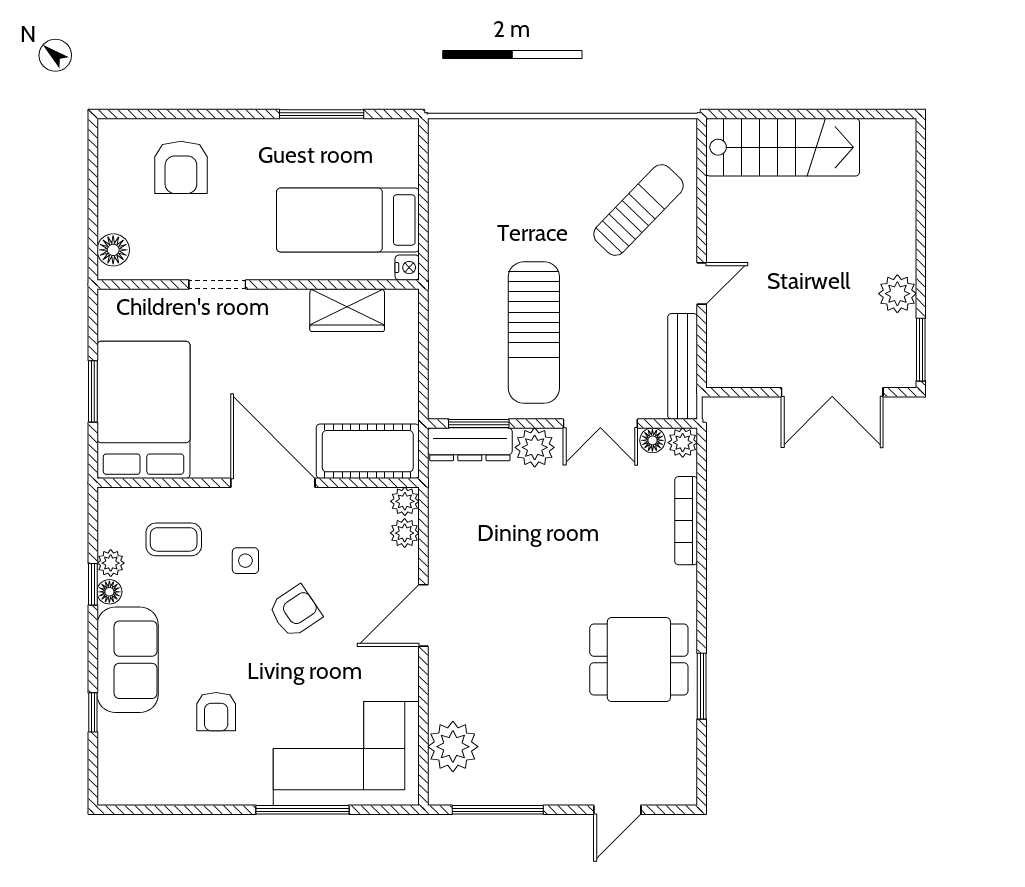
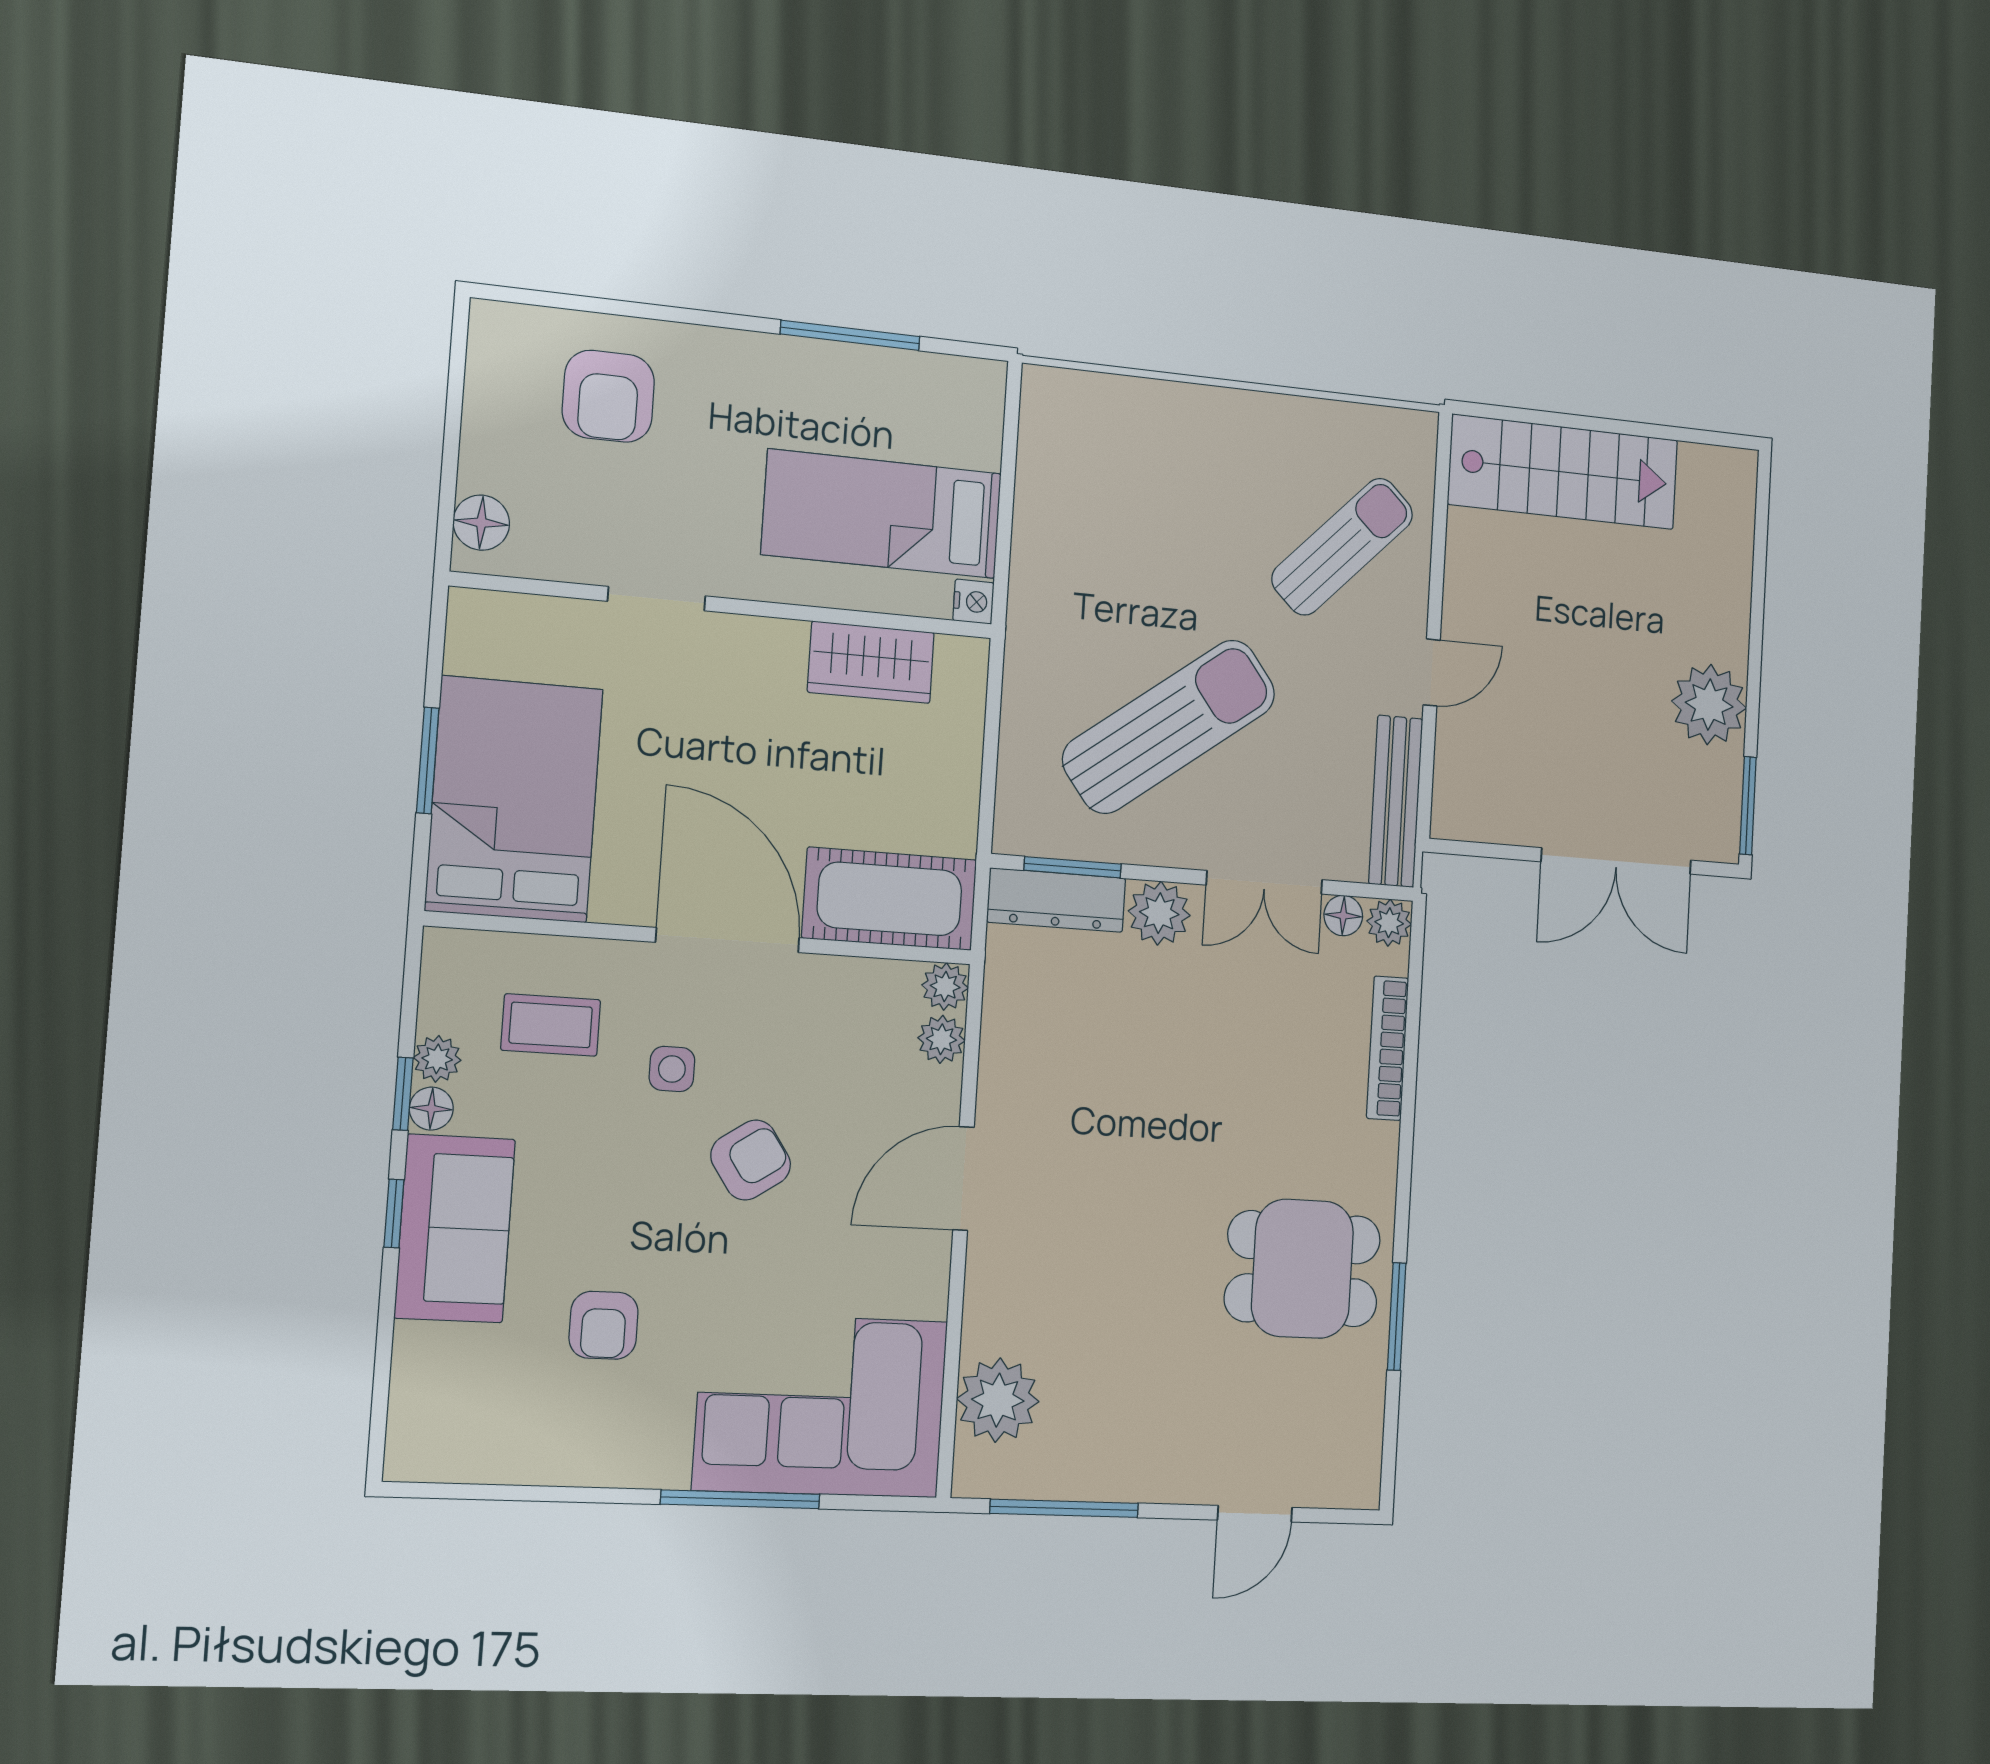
plant: (897, 294) -> (1709, 705), width x1.36, depth x1.36
sun lounger: (534, 332) -> (1169, 726), turned -127
window: (93, 712) -> (394, 1213), moved

